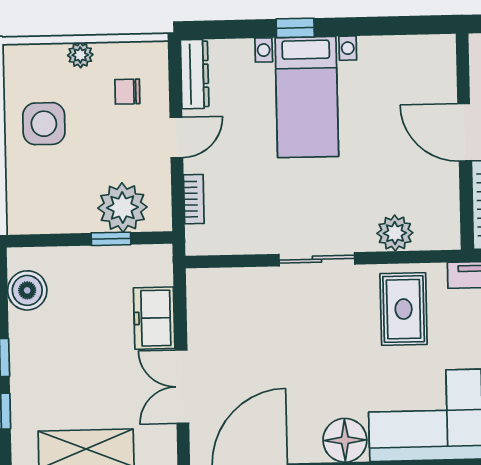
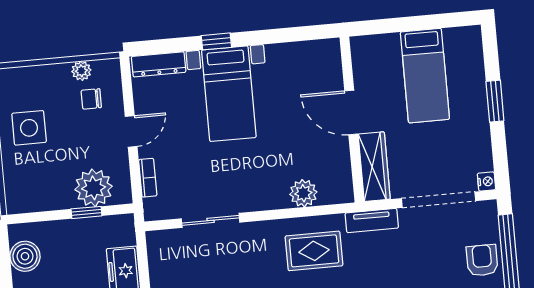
plant: (80, 55) -> (81, 71), moved
dresser: (195, 74) -> (159, 64), moved, turned 90
sliding door: (317, 259) -> (211, 220), moved
rug: (404, 309) -> (314, 251), turned 90

